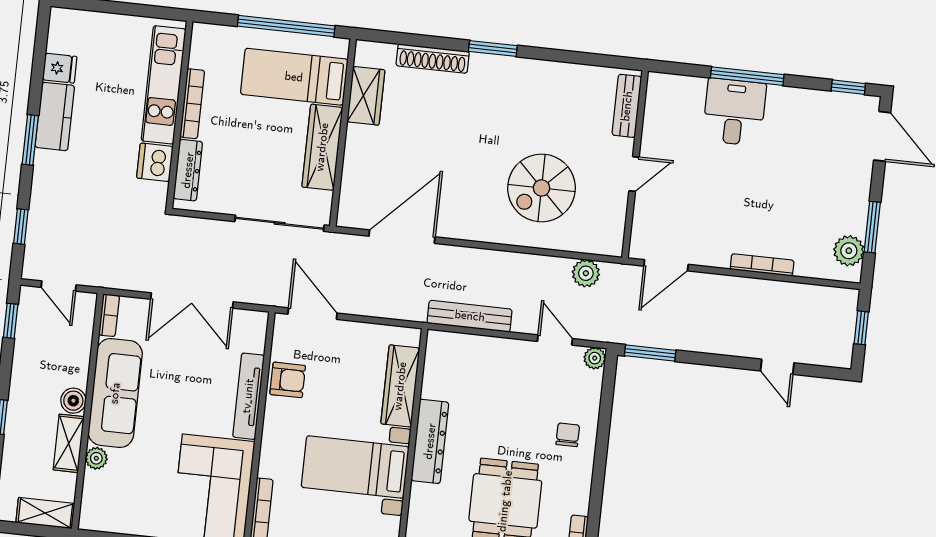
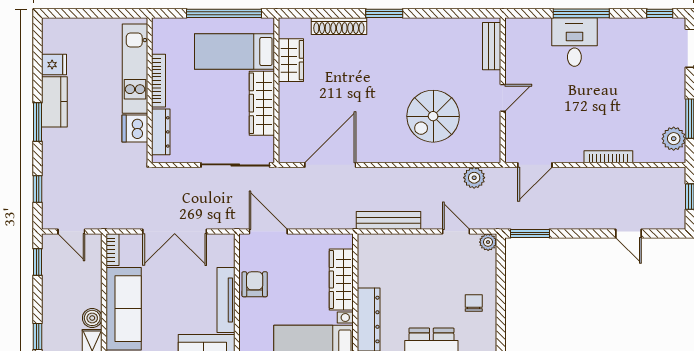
armchair: (288, 380) -> (255, 284), turned -90

